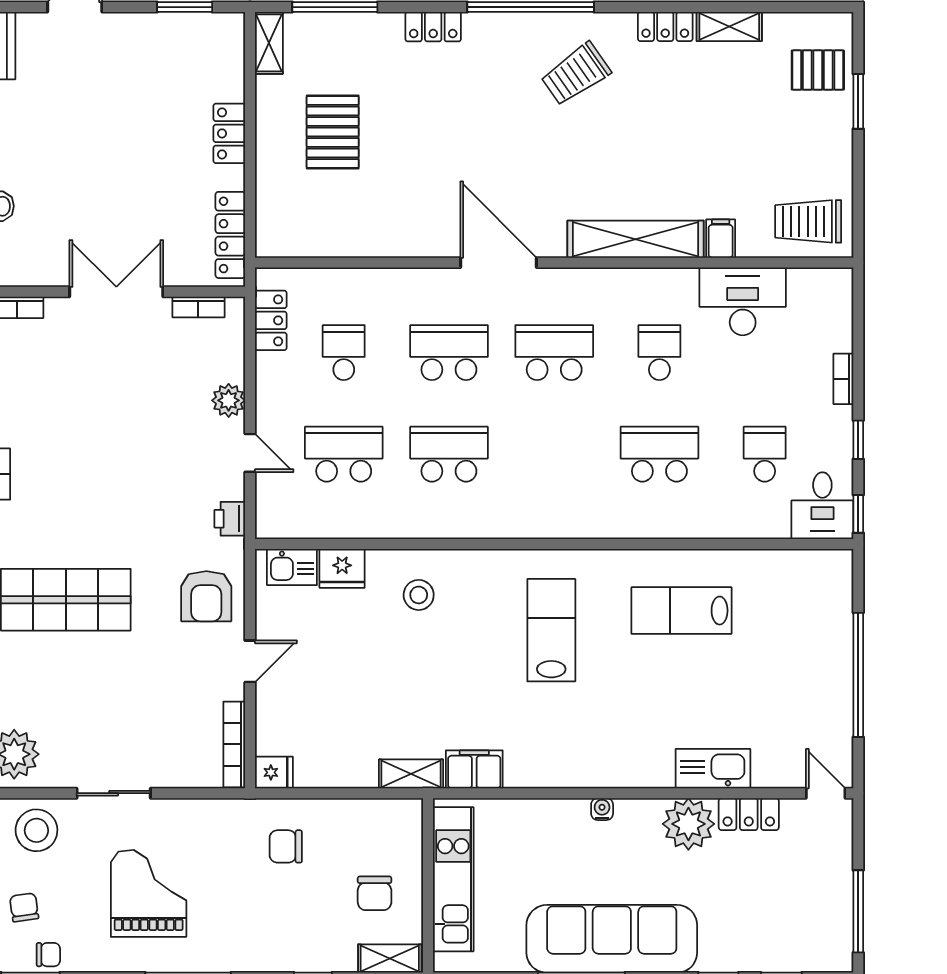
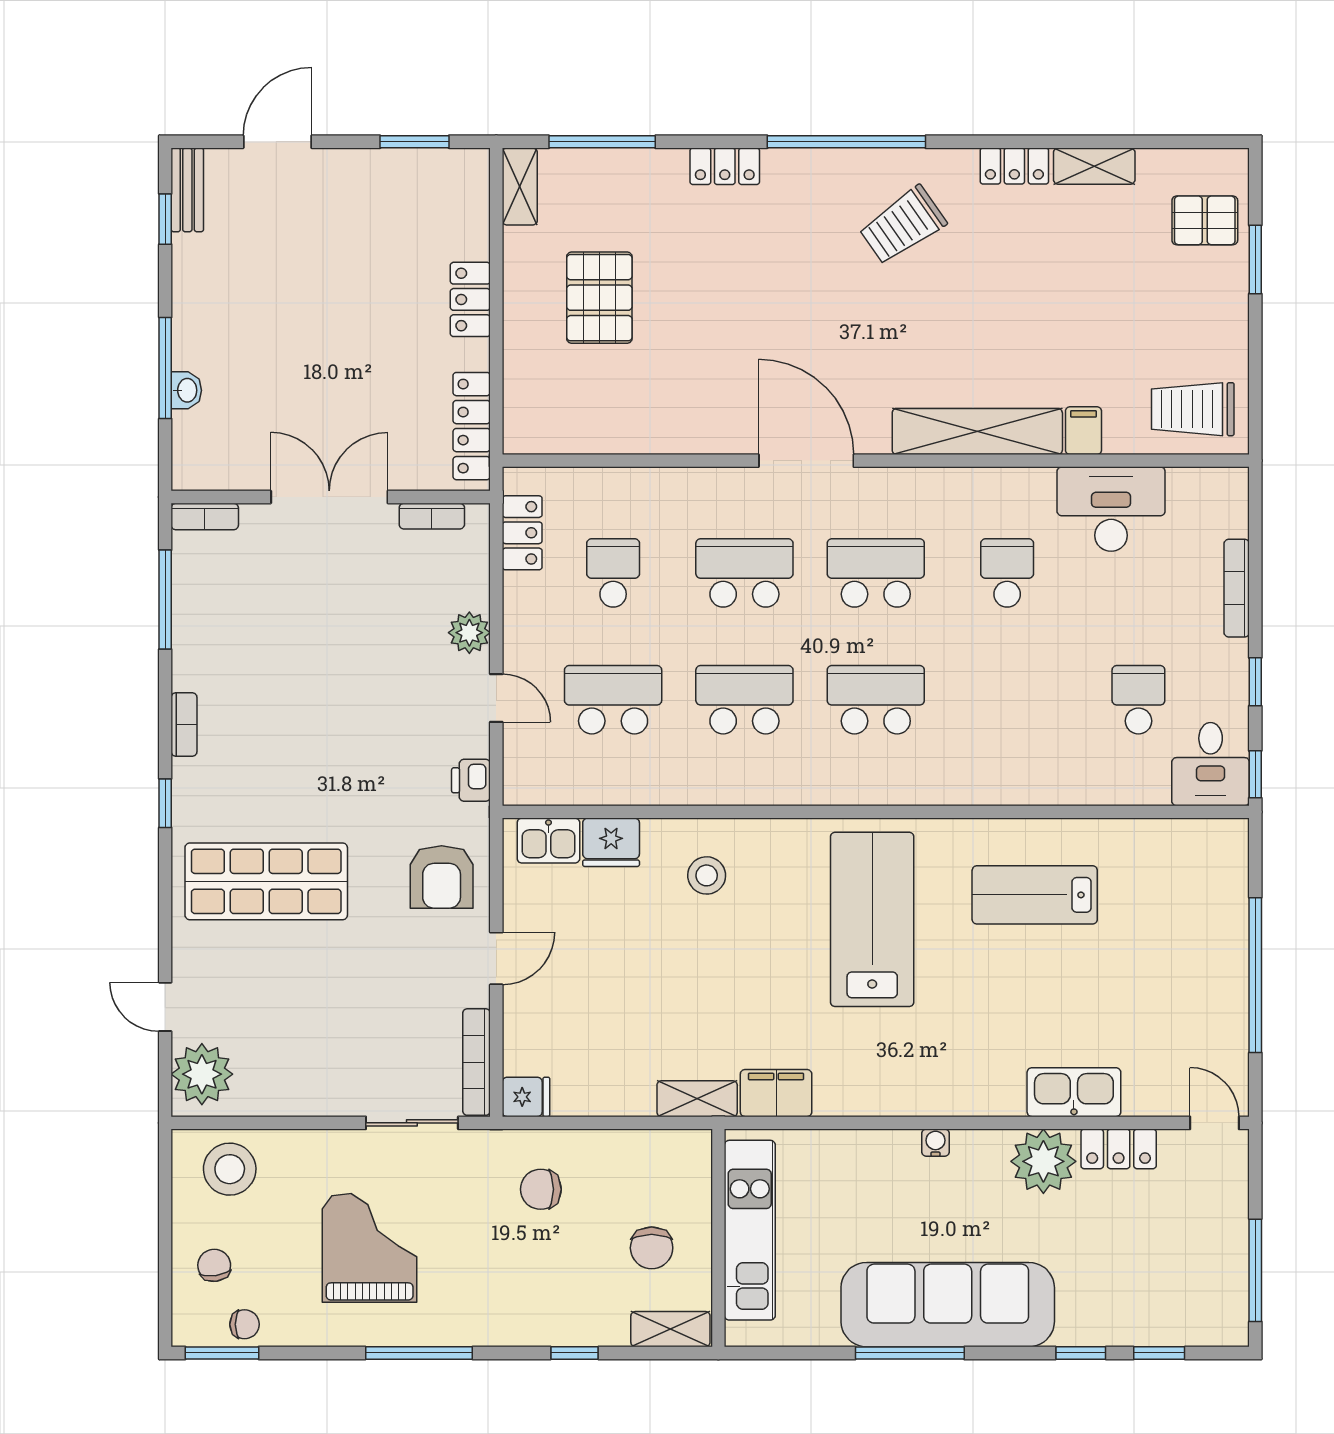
bookcase: (843, 379) -> (1237, 588), width x1.56
school desk: (659, 454) -> (876, 700), moved
lab bench: (551, 630) -> (872, 919), width x1.36, depth x1.39
sliding door: (114, 793) -> (412, 1123), moved

